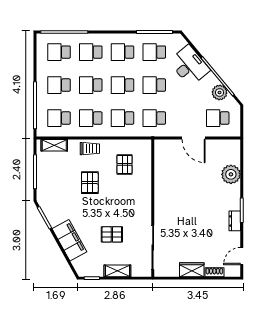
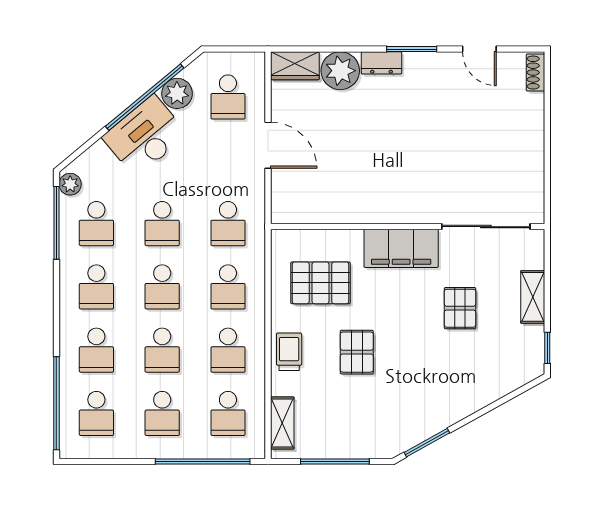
plant: (174, 39) -> (70, 184), added
desk: (189, 66) -> (145, 136), moved
door: (194, 138) -> (268, 145), hinge flipped
pallet: (125, 164) -> (320, 283), width x1.50, depth x1.42
pallet: (90, 183) -> (357, 352), turned 90
dresser: (235, 221) -> (381, 63), moved
filing cabinet: (69, 240) -> (401, 248), moved, turned -151
door: (242, 256) -> (479, 49), moved
wardrobe: (192, 270) -> (295, 66), moved, turned -90
shoe rack: (214, 272) -> (535, 73), moved

